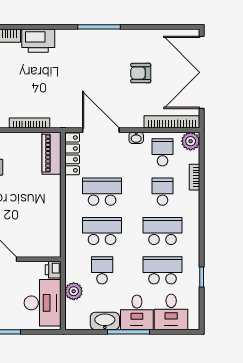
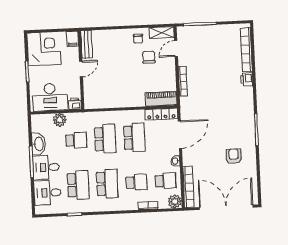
printer: (38, 41) -> (247, 79), width x0.53, depth x0.68
armchair: (141, 73) -> (234, 156), moved

